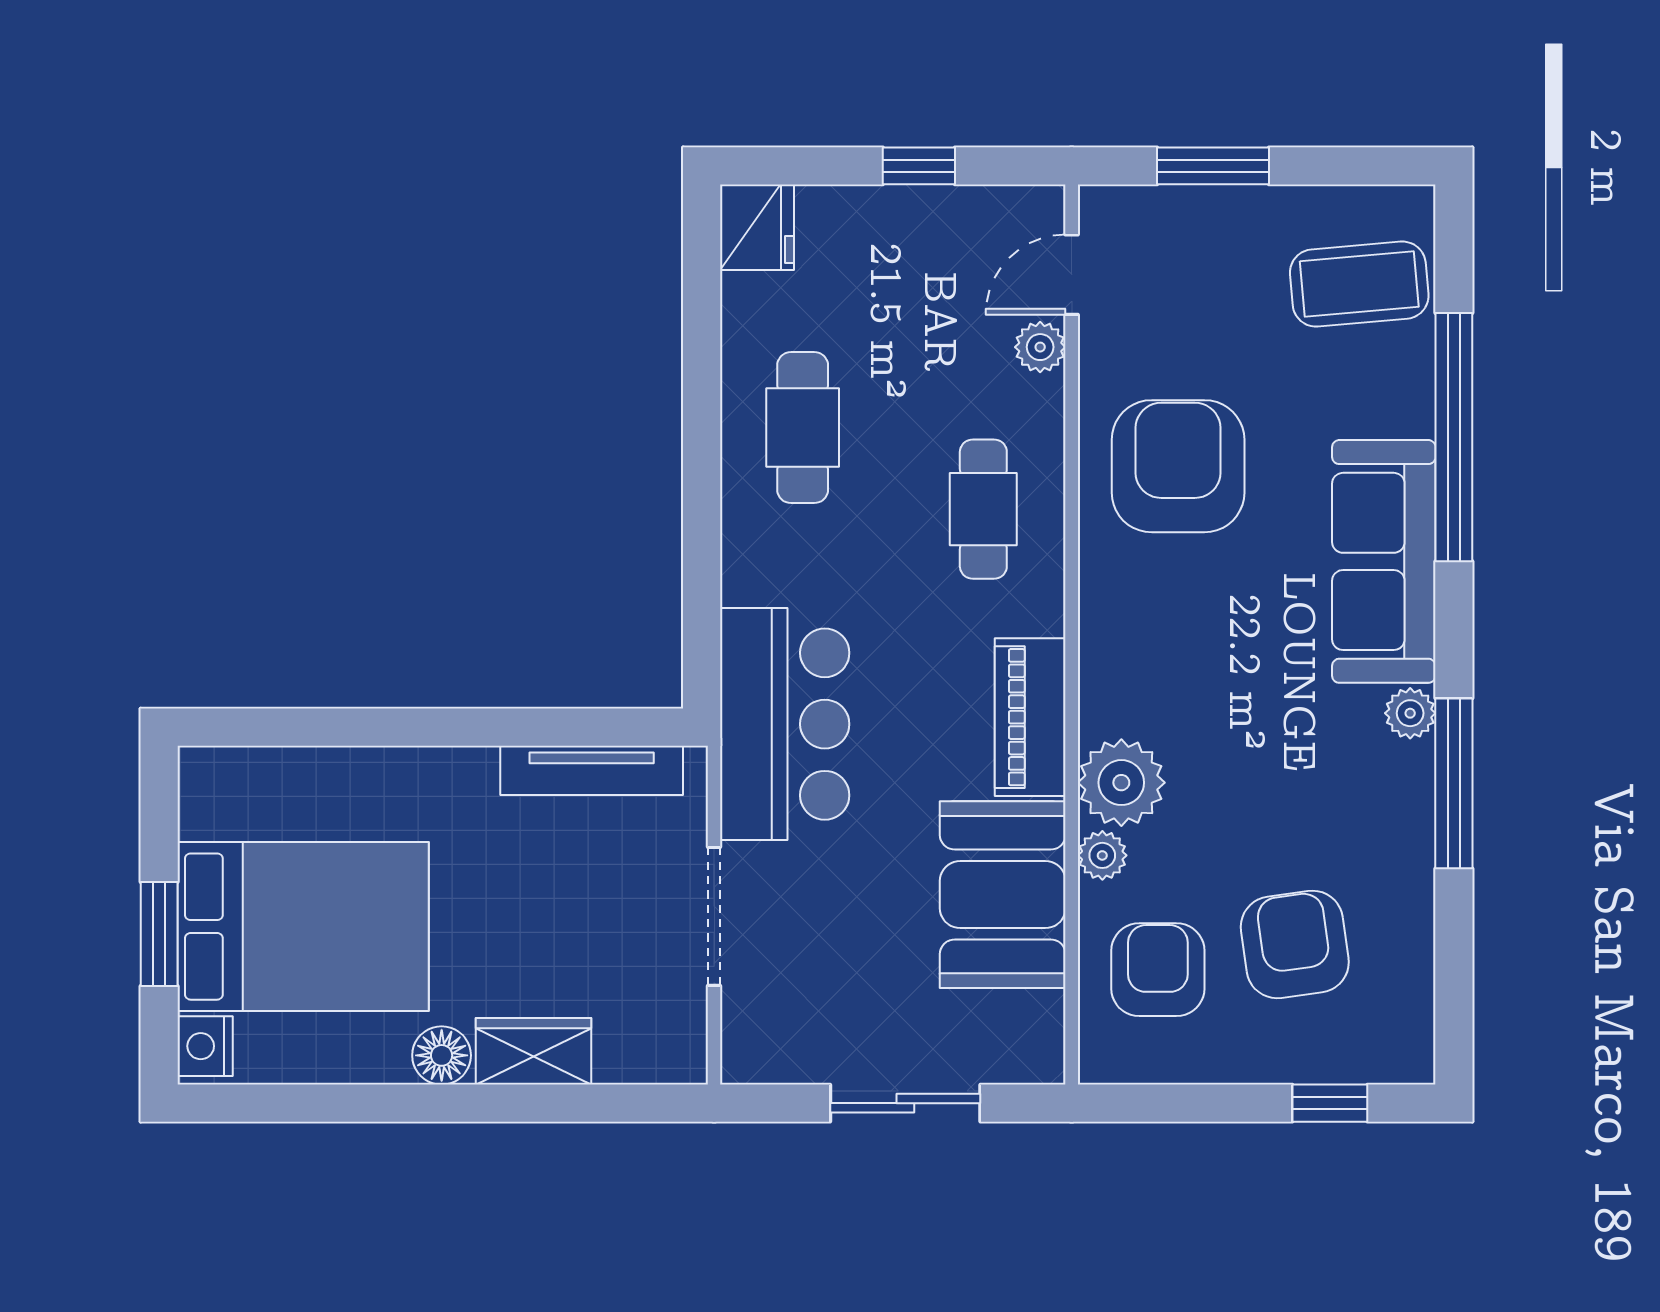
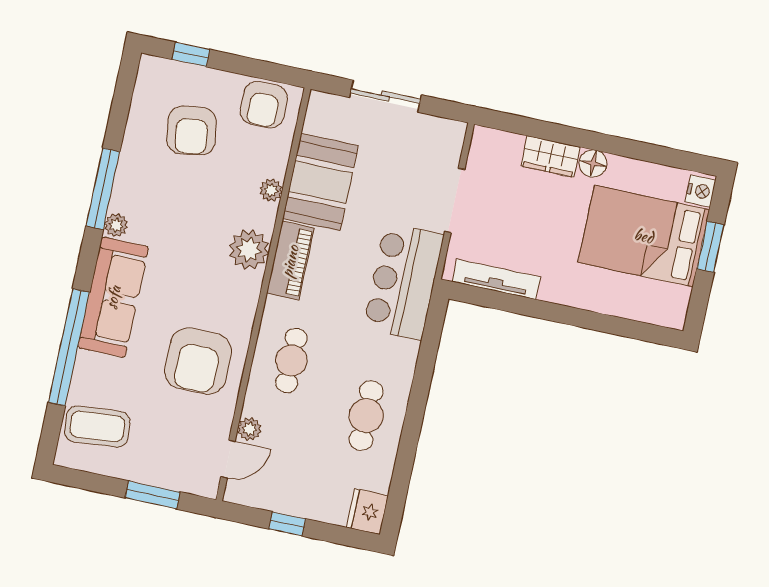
plant: (1121, 783) -> (249, 250), moved
armchair: (1158, 970) -> (264, 105), moved

